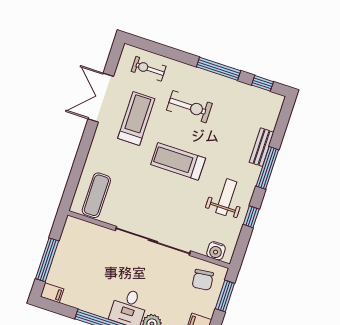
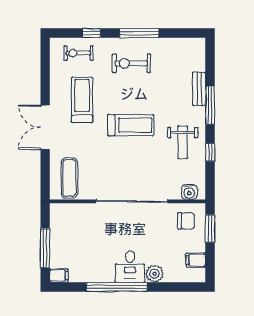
window: (263, 83) -> (92, 33), moved
double door: (101, 98) -> (45, 127), moved
exercise bike: (189, 107) -> (131, 63), moved, turned 180
treadmill: (178, 161) -> (131, 125), turned 180
weight bench: (226, 197) -> (183, 142), turned 180
chair: (203, 280) -> (186, 221), turned -83

